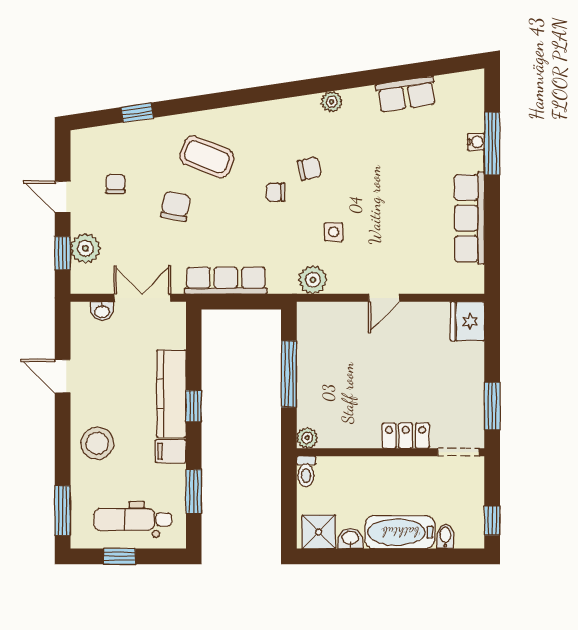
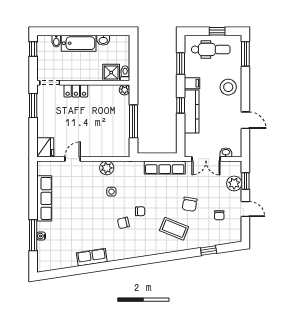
row of seats: (406, 94) -> (92, 257), moved
plant: (332, 102) -> (112, 256), removed
plant: (313, 280) -> (107, 168), moved
door: (384, 298) -> (73, 159), moved
shower: (319, 532) -> (111, 73), moved

